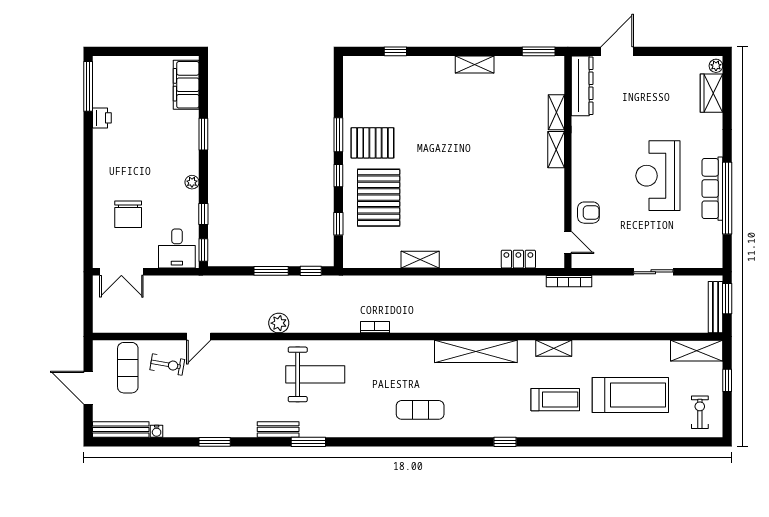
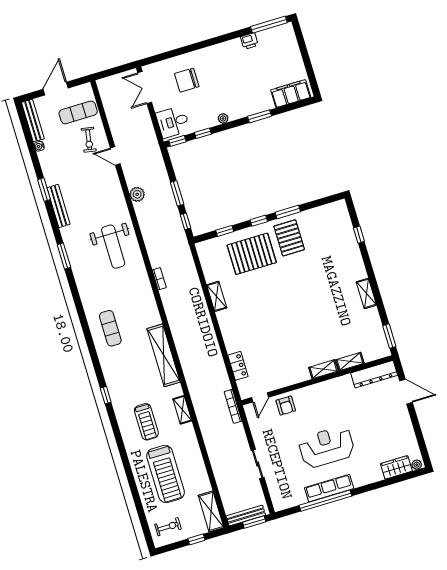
plant: (279, 323) -> (137, 194), moved
bench: (278, 429) -> (59, 206), moved, width x1.36

